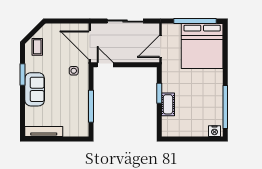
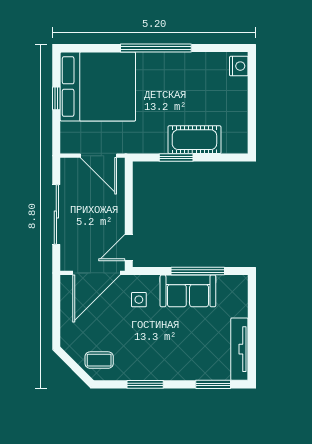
window: (195, 21) -> (56, 98), width x0.32
sofa: (35, 89) -> (188, 291), moved, turned 180
cot: (168, 104) -> (194, 140), width x1.37, depth x1.34
window: (225, 107) -> (156, 48), moved
window: (23, 116) -> (213, 384), added

